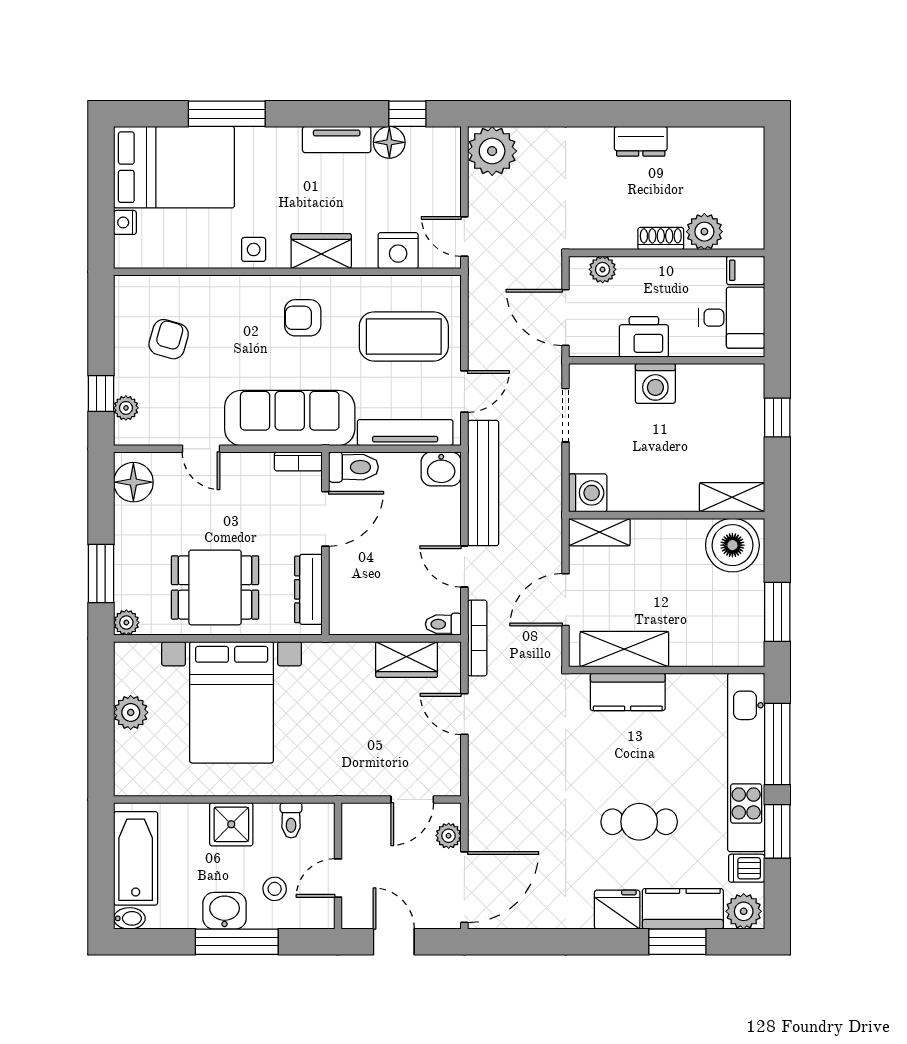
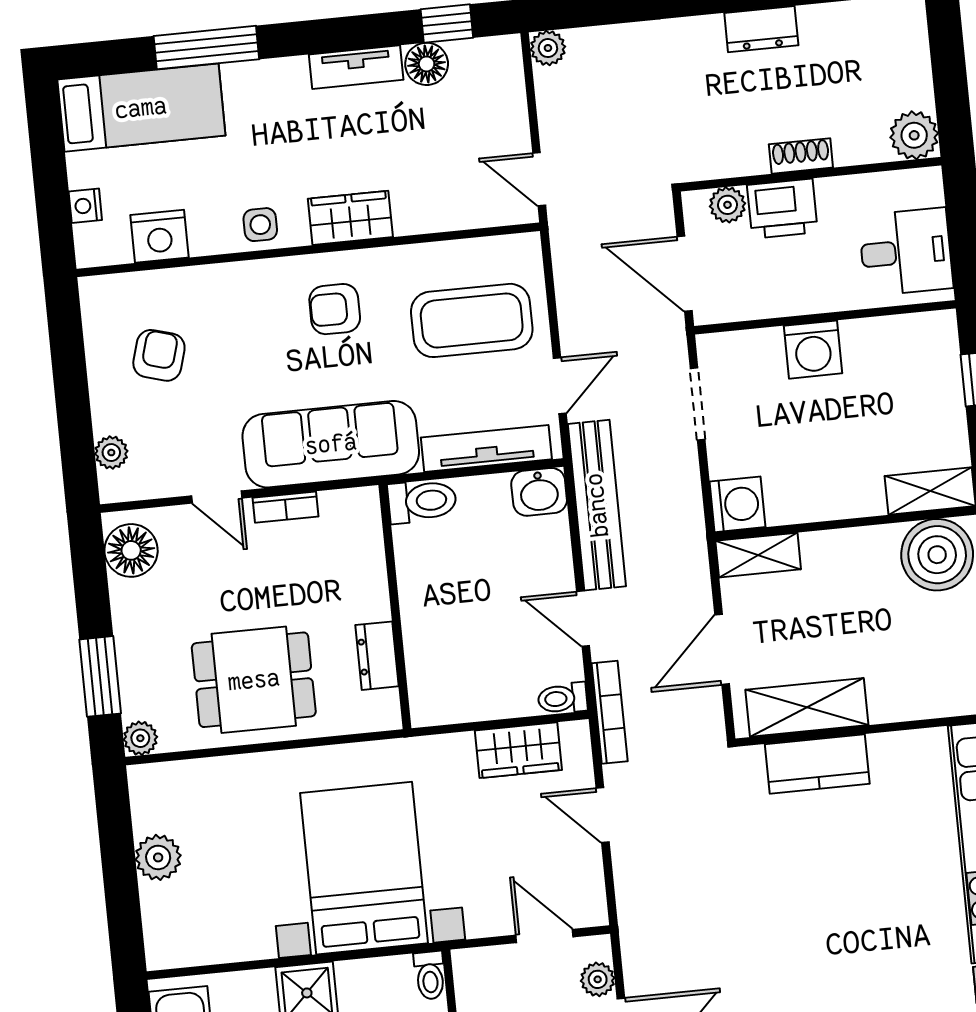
plant: (492, 151) -> (548, 48), width x0.53, depth x0.53
bed: (174, 167) -> (141, 108), width x0.67
plant: (704, 232) -> (914, 135), moved
nightstand: (398, 251) -> (159, 236), moved
filing cabinet: (746, 270) -> (918, 187), removed
printer: (644, 337) -> (782, 209), moved, turned 180
window: (101, 394) -> (76, 437), removed
bookcase: (298, 461) -> (286, 507), moved
door: (325, 519) -> (392, 574), removed
dresser: (308, 589) -> (377, 656), width x0.70
bed with nightstands: (232, 702) -> (364, 868), moved, turned 180
door: (412, 800) -> (545, 936), swing flipped
toilet: (291, 820) -> (430, 975), moved
cafe table: (639, 822) -> (850, 935), removed

